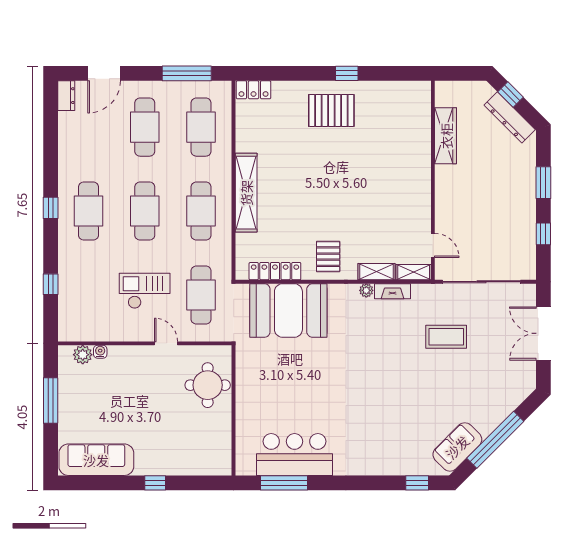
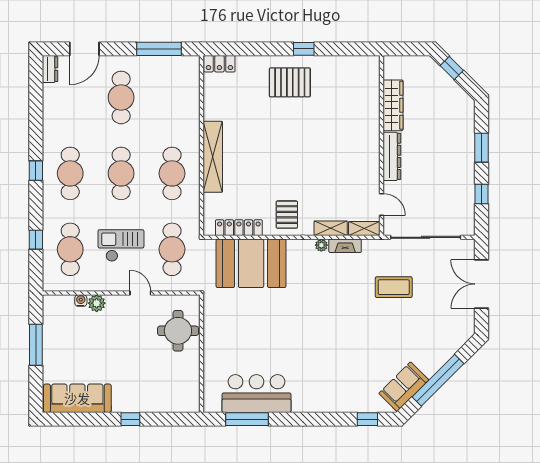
dresser: (510, 117) -> (392, 156), moved, turned -135
cafe table: (201, 127) -> (70, 249), moved
plant: (83, 355) -> (97, 303), moved

